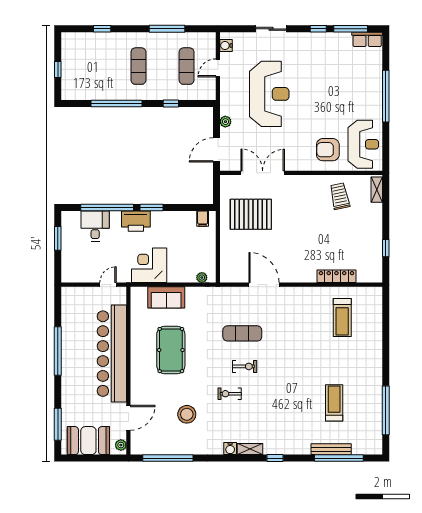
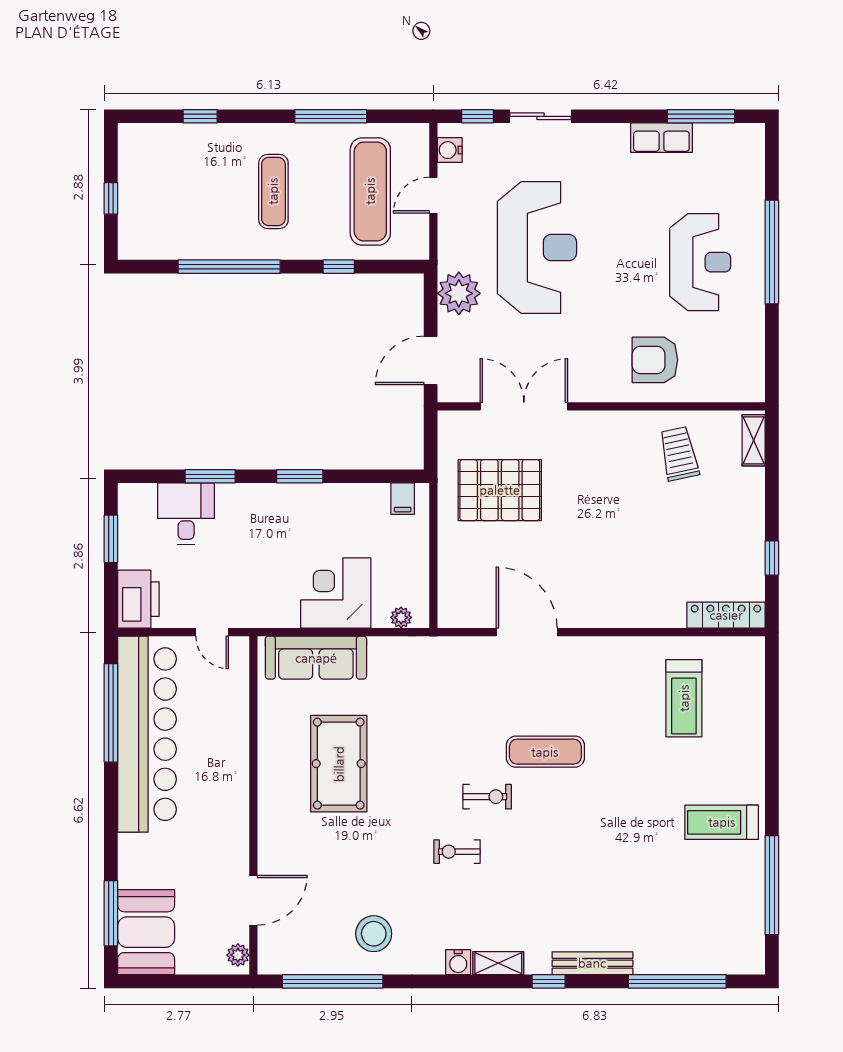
window: (318, 29) -> (478, 116), moved
row of seats: (367, 39) -> (661, 138), moved
exercise mat: (187, 66) -> (370, 191), width x1.36, depth x1.45
plant: (225, 122) -> (459, 293), width x1.88, depth x1.88
reception desk: (363, 144) -> (700, 262), moved
window: (107, 207) -> (210, 476), width x0.47
printer: (136, 221) -> (138, 599), moved, turned -90
corner desk: (149, 265) -> (336, 593), moved
locker: (336, 276) -> (726, 615), moved
door: (108, 285) -> (212, 632), swing flipped
sofa: (166, 297) -> (316, 658), width x1.36
exercise mat: (242, 333) -> (545, 752), moved
window: (58, 351) -> (111, 713), moved
bar counter: (112, 354) -> (147, 734), moved, turned 180
treadmill: (334, 403) -> (722, 822), moved, turned -90
stool: (187, 414) -> (374, 934), moved
booth: (88, 441) -> (146, 932), moved, turned 90
bench: (331, 449) -> (592, 963), moved

